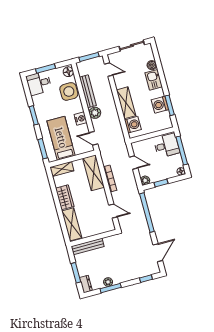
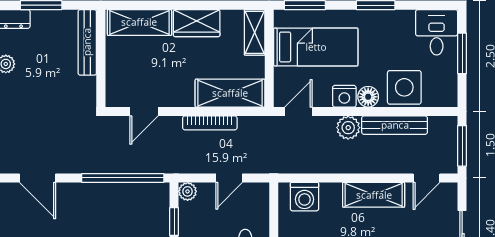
floor lamp: (68, 72) -> (368, 97), moved
shelving: (126, 103) -> (374, 195), moved

